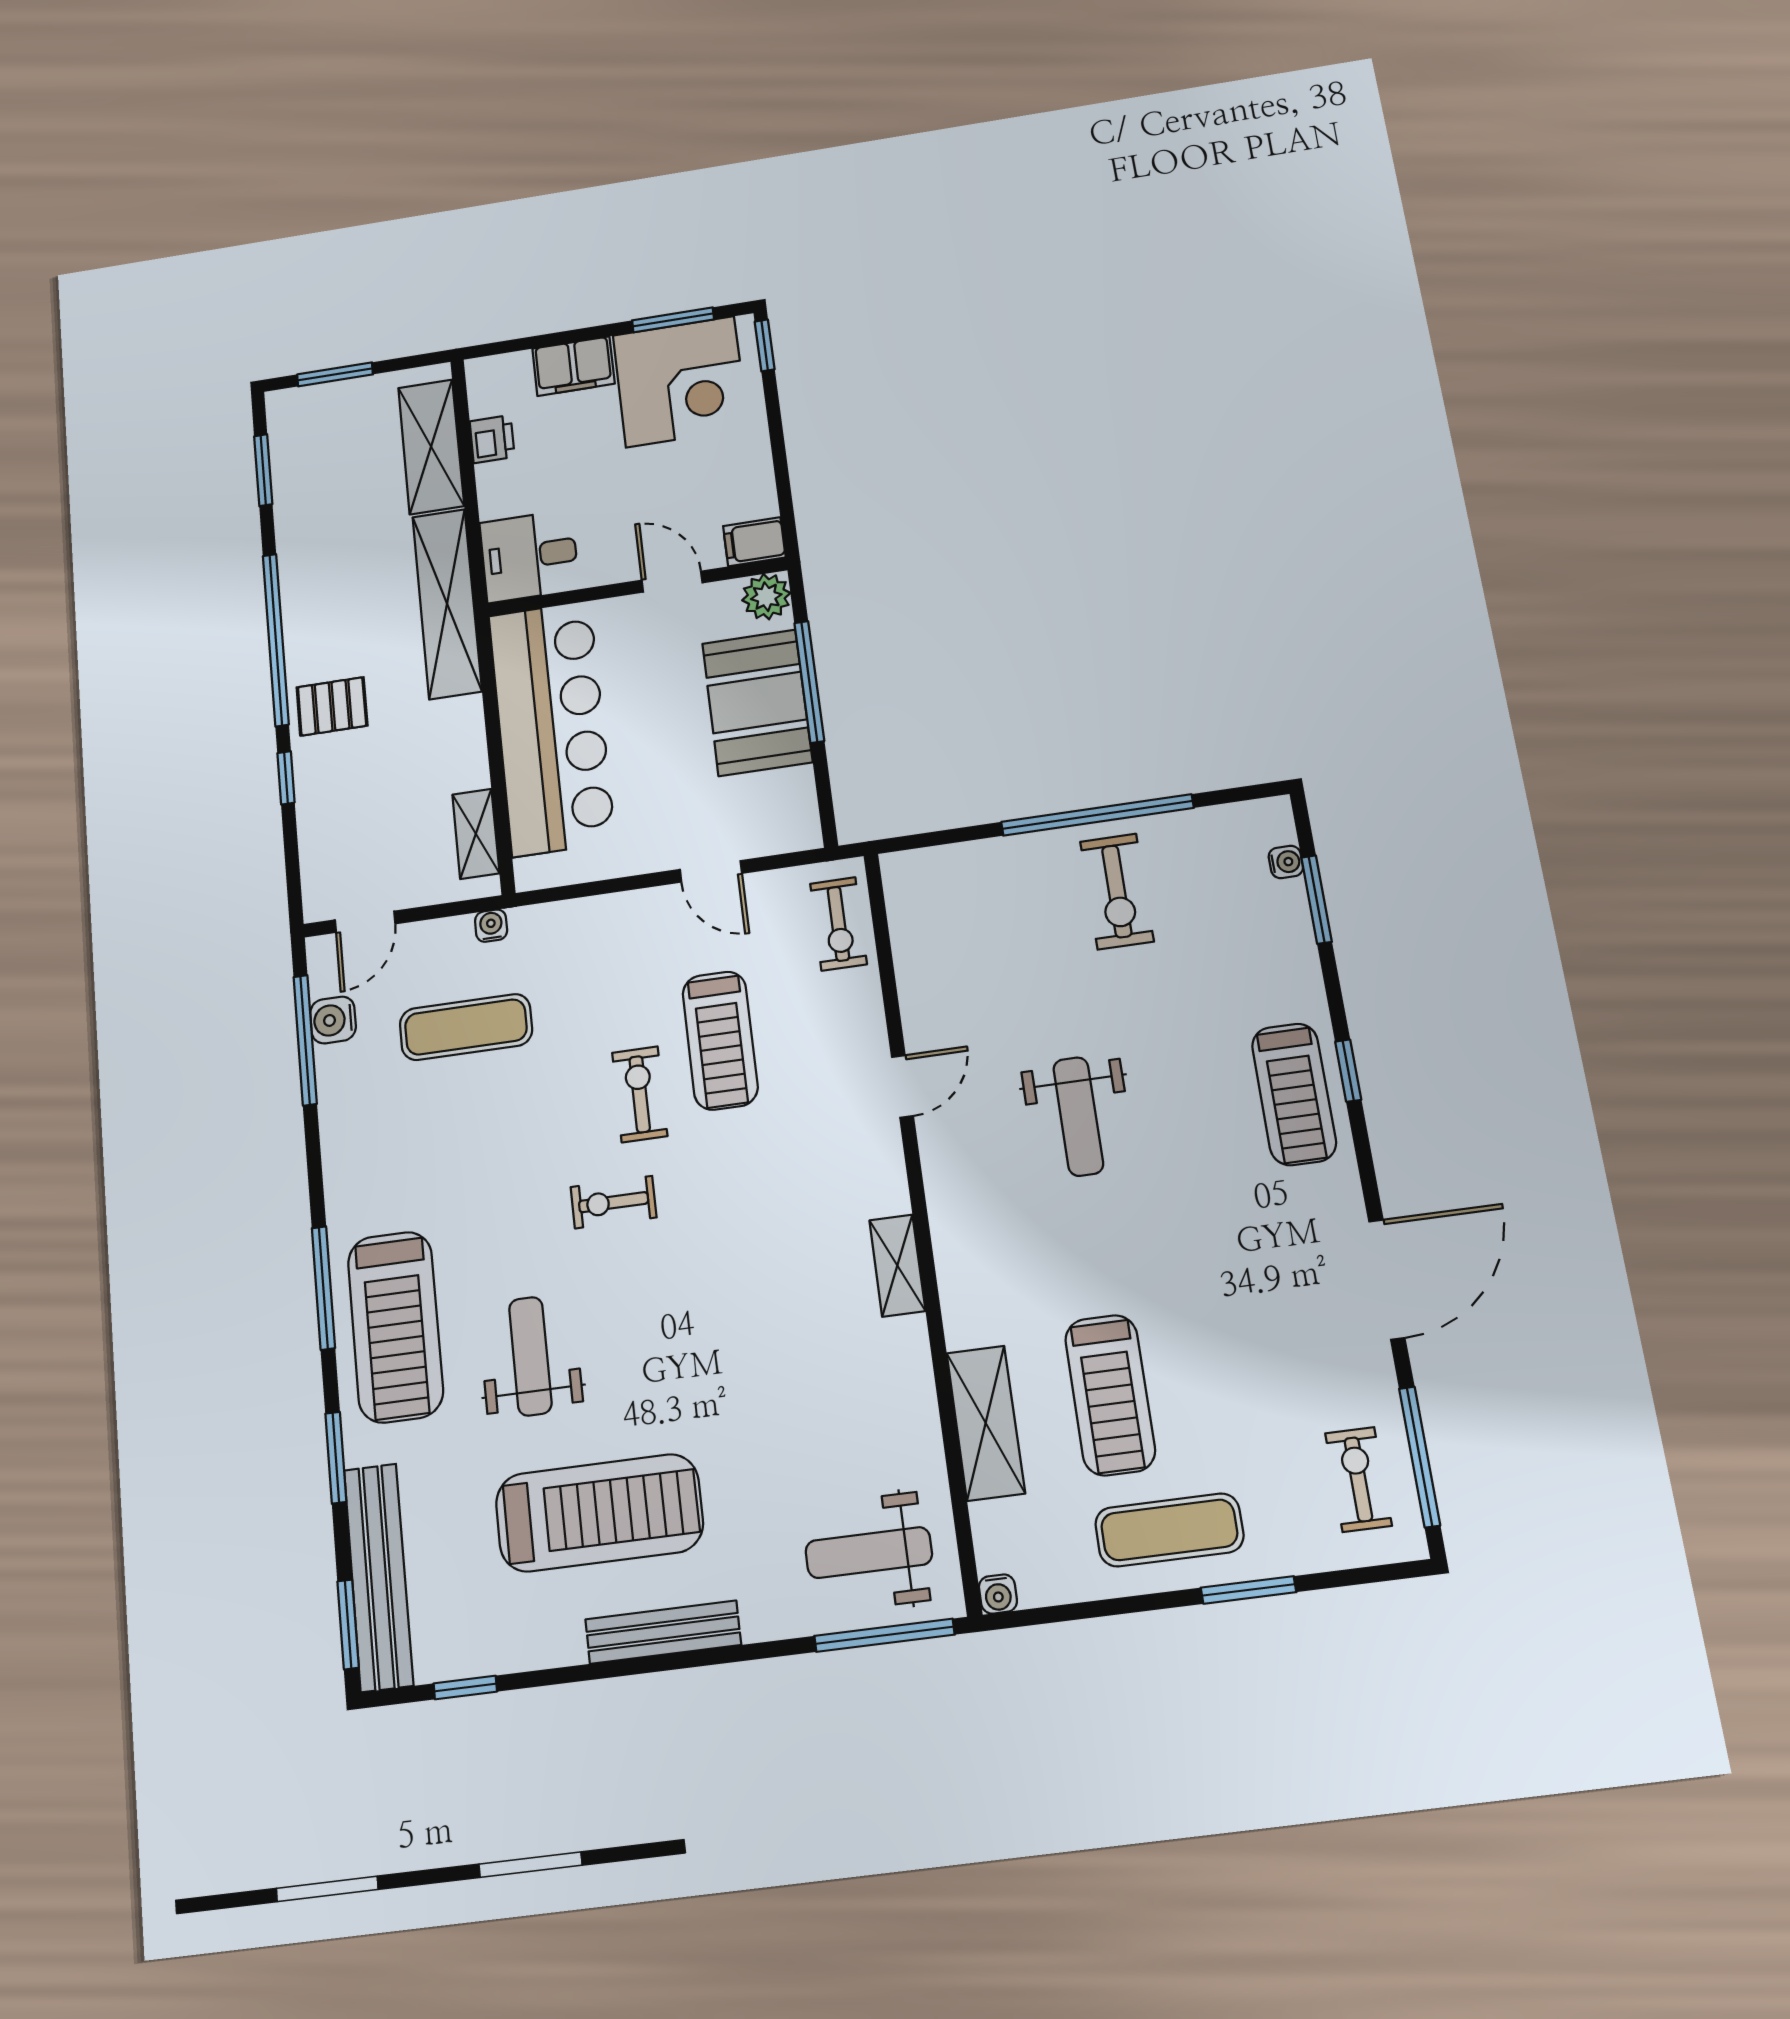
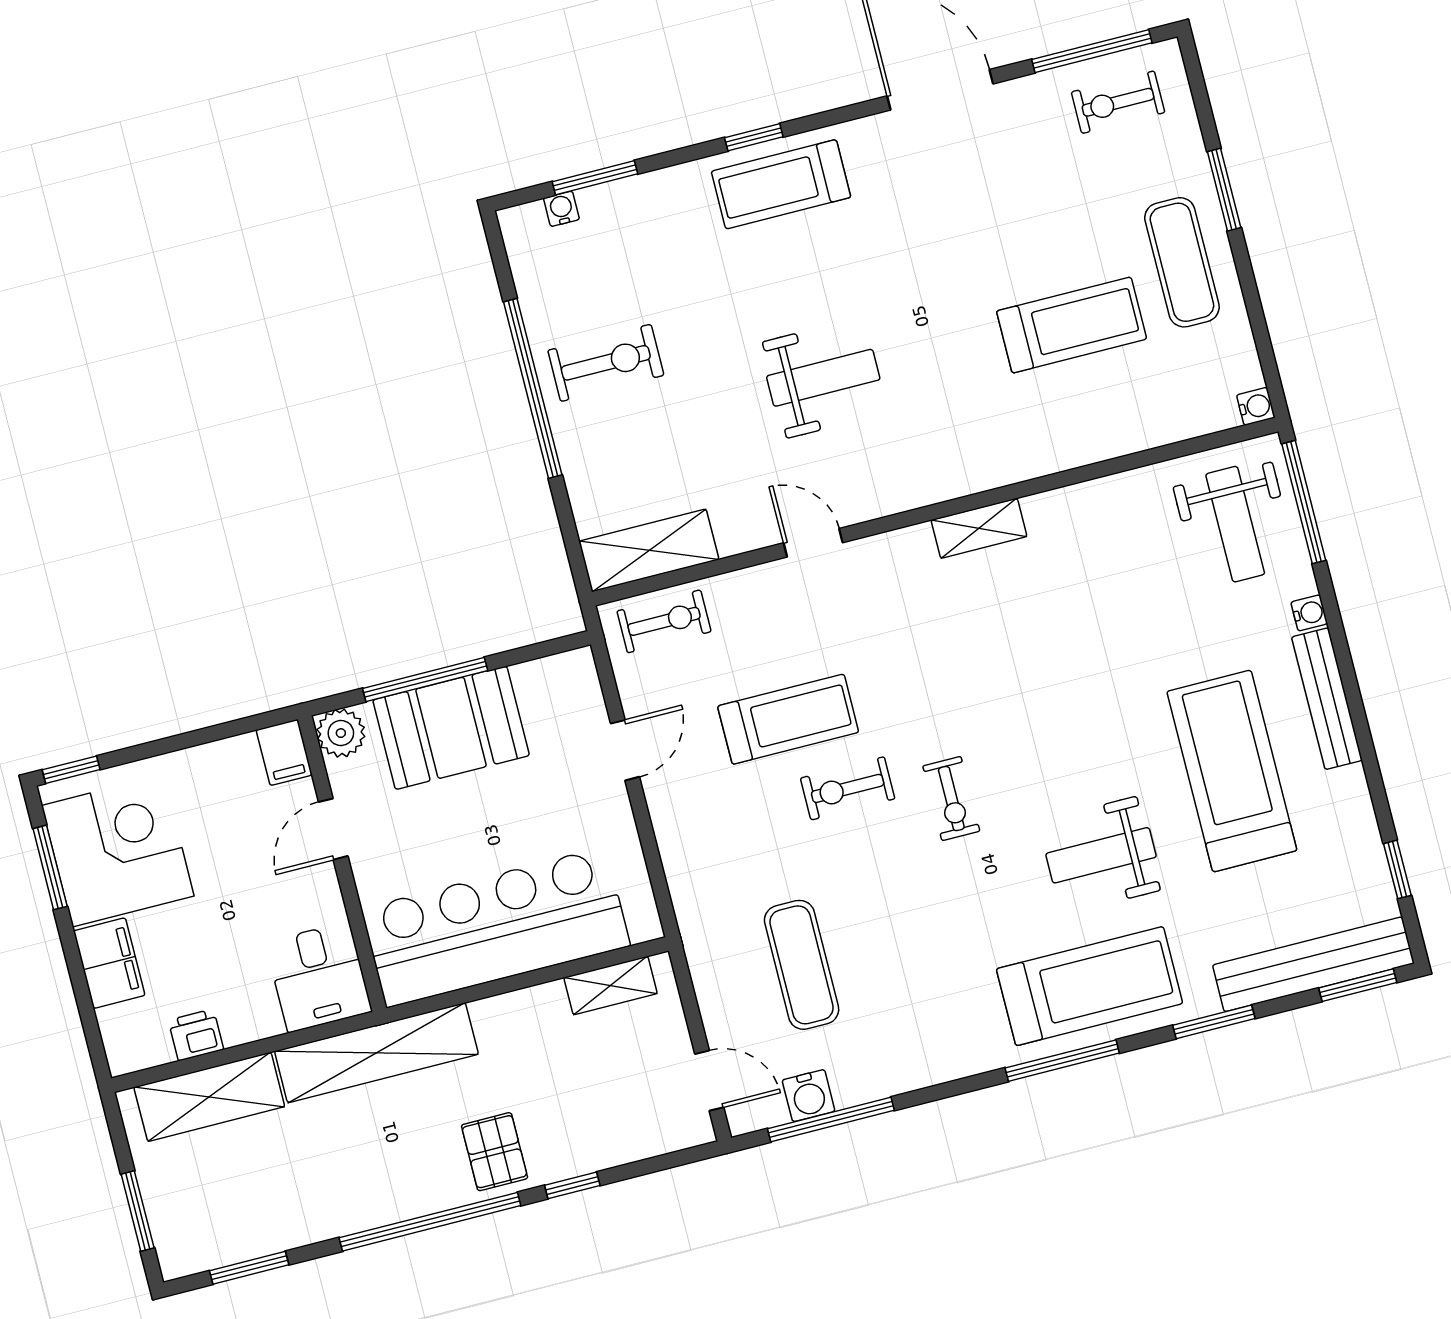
water cooler: (491, 926) -> (1309, 613), moved, turned 180
treadmill: (1294, 1094) -> (781, 184), turned 180
shelving: (986, 1423) -> (649, 550), moved

